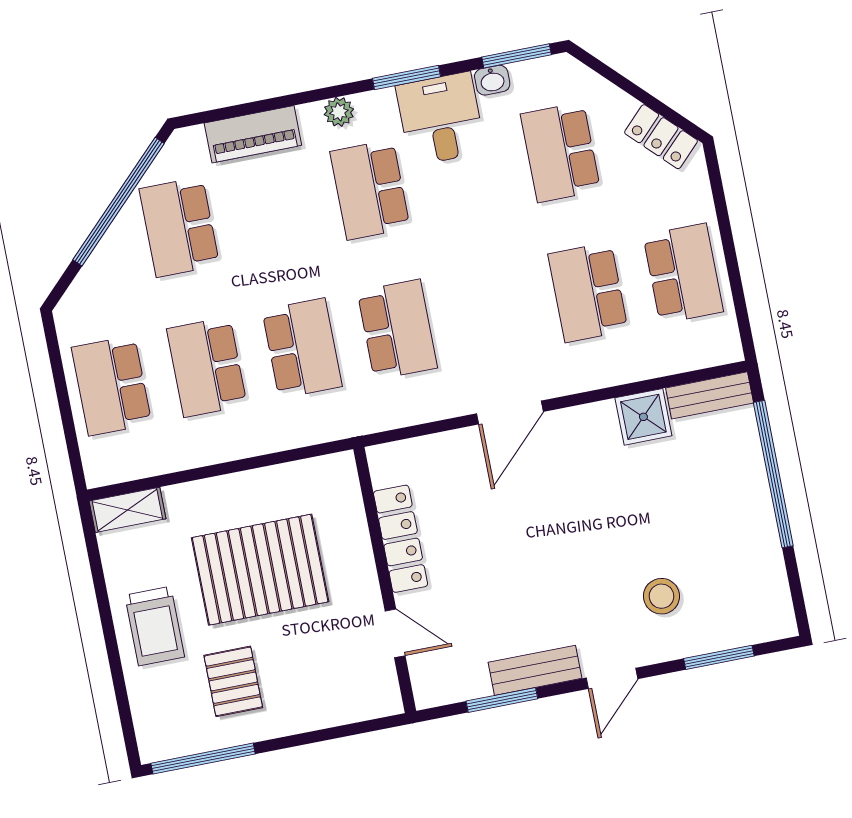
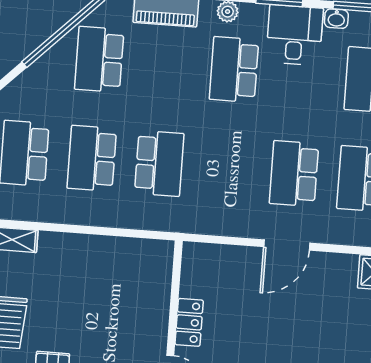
school desk: (397, 330) -> (294, 174), moved, turned 180
locker: (401, 539) -> (189, 322), width x0.66
pallet: (260, 570) -> (90, 304), removed

